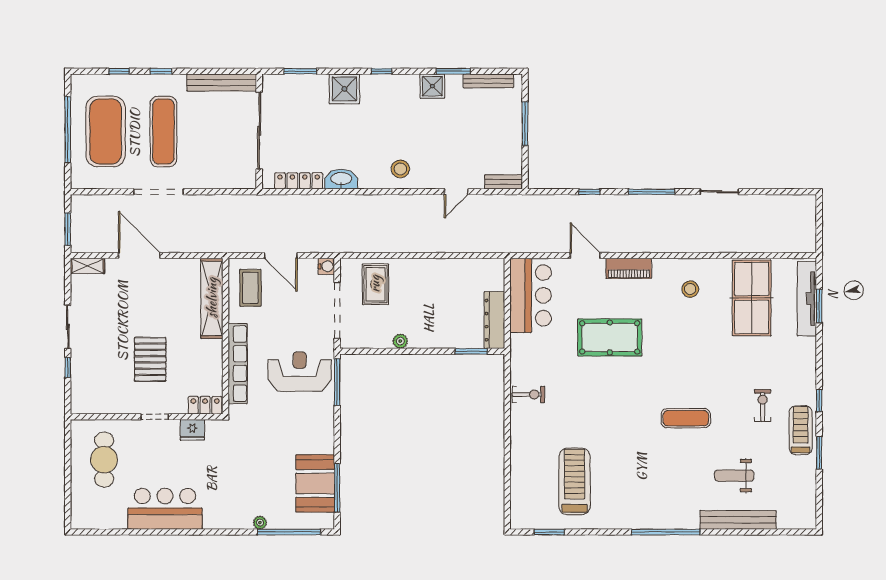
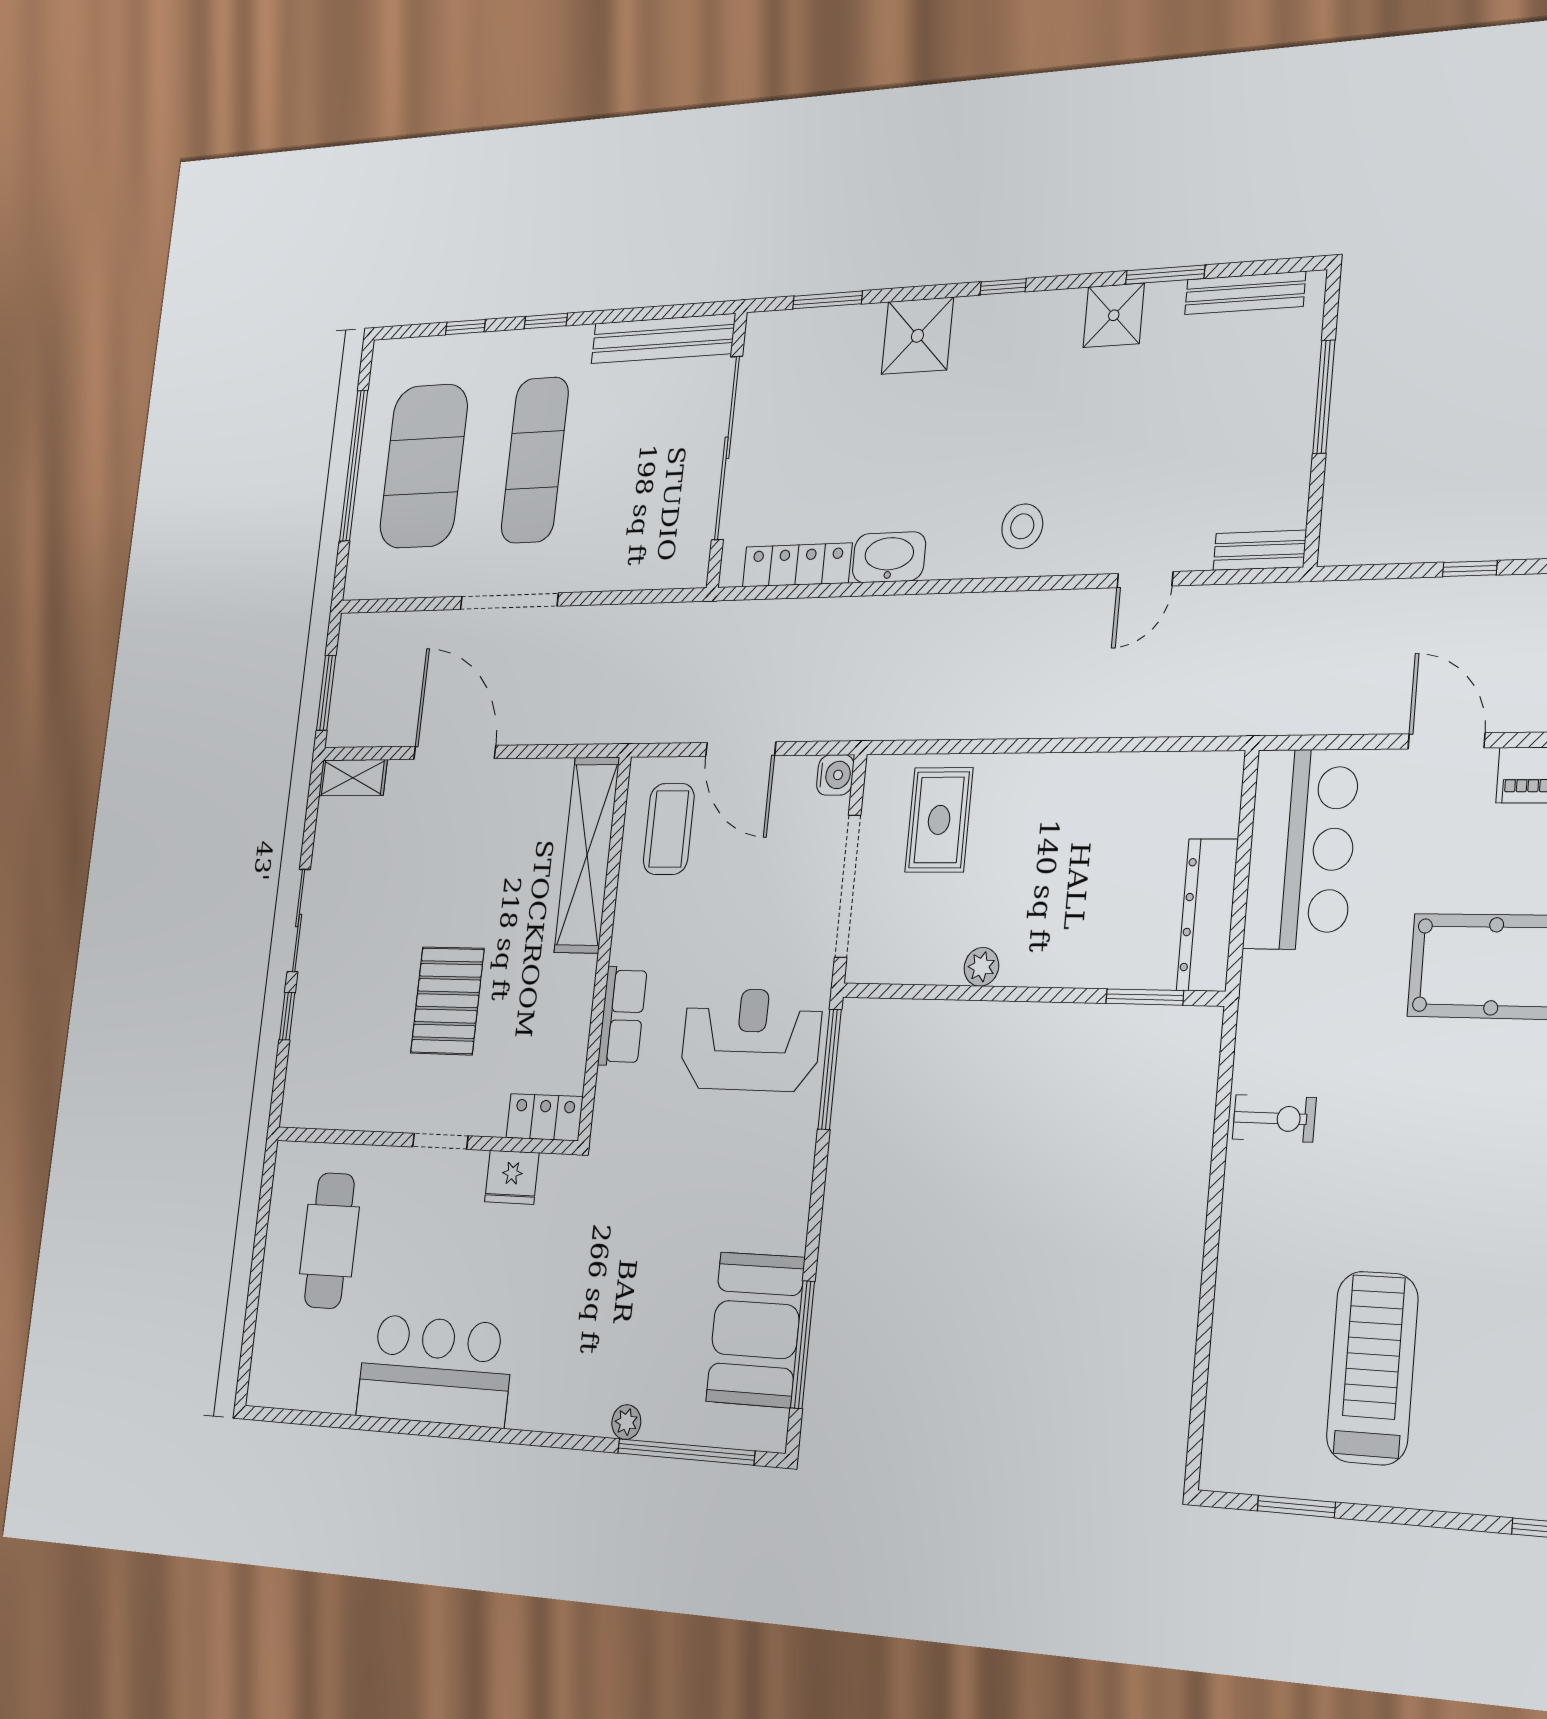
row of seats: (238, 364) -> (622, 1016), width x0.50

